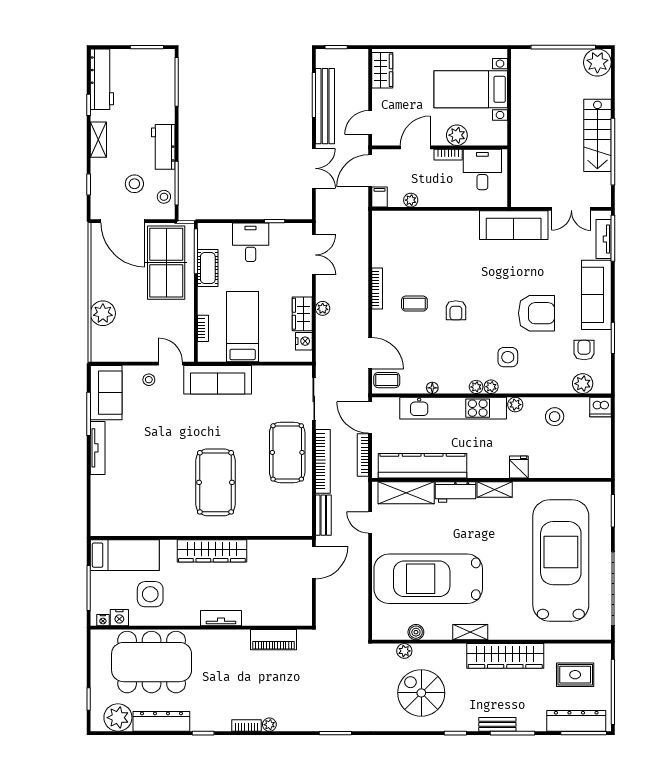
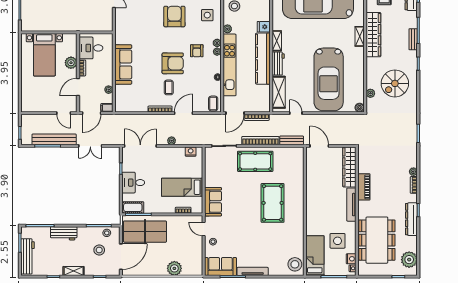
wardrobe: (382, 70) -> (33, 106), removed
workbench: (102, 79) -> (27, 256), moved, turned 90
workbench: (163, 147) -> (64, 233), moved
door: (415, 147) -> (78, 87), hinge flipped
double door: (314, 168) -> (90, 146), swing flipped
door: (370, 171) -> (92, 113), hinge flipped
sofa: (514, 225) -> (123, 64), moved
double door: (314, 255) -> (140, 146), width x1.37
cot: (208, 268) -> (133, 207), moved
armchair: (456, 310) -> (173, 63), width x1.88, depth x1.88
wardrobe: (302, 314) -> (175, 153), removed
armchair: (478, 352) -> (197, 51), added
door: (370, 353) -> (184, 113), moved
side table: (508, 357) -> (207, 15), moved
door: (171, 364) -> (204, 229), hinge flipped
sofa: (218, 380) -> (213, 202), width x0.73
kitchen counter: (423, 466) -> (263, 59), moved
pool table: (215, 482) -> (273, 203), turned 90
stool: (110, 521) -> (295, 264), added
door: (370, 522) -> (296, 113), swing flipped
wardrobe: (212, 551) -> (349, 167), moved, turned 180
tv unit: (221, 618) -> (351, 205), width x1.41
boiler: (416, 632) -> (360, 108), moved
shelving: (470, 632) -> (360, 36), moved
piano: (273, 640) -> (364, 187), moved
dresser: (161, 721) -> (411, 219), moved

